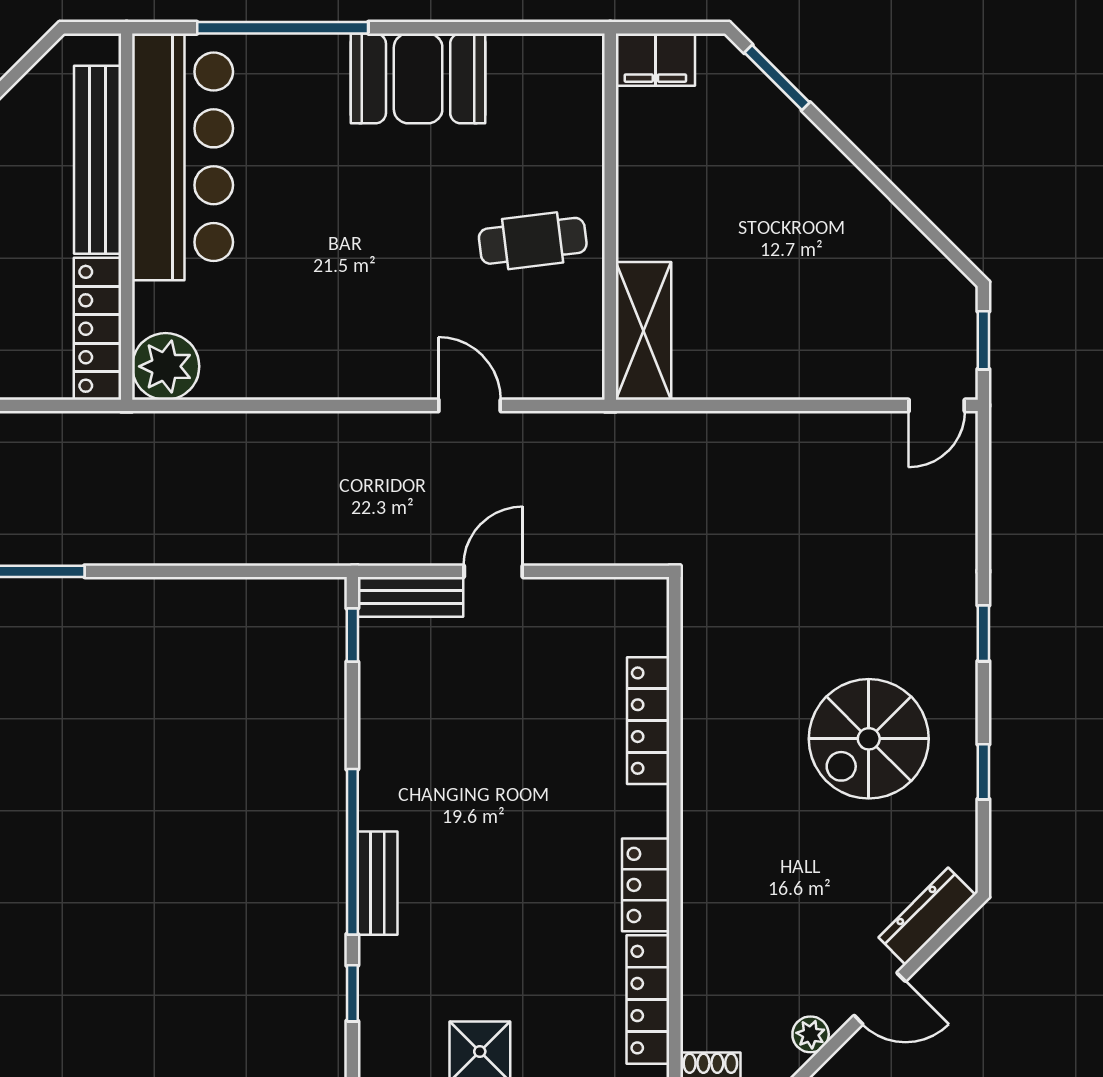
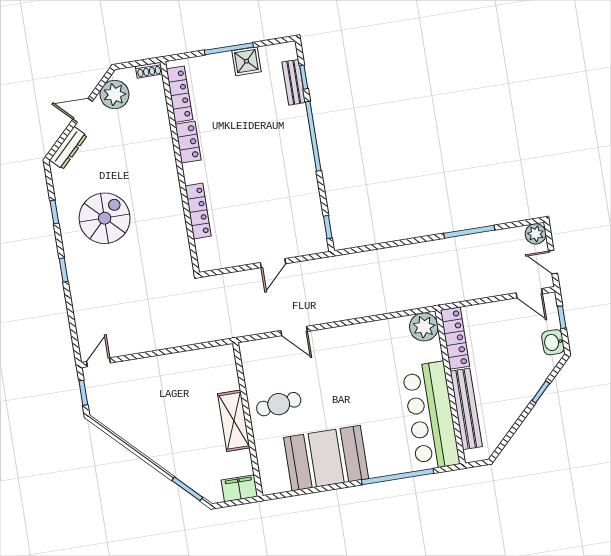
booth: (418, 78) -> (326, 458), width x1.36, depth x1.42
shelving: (643, 331) -> (234, 421), moved
bench: (410, 597) -> (306, 247), removed
bench: (378, 883) -> (294, 82), moved
plant: (811, 1034) -> (115, 94), width x1.88, depth x1.88

